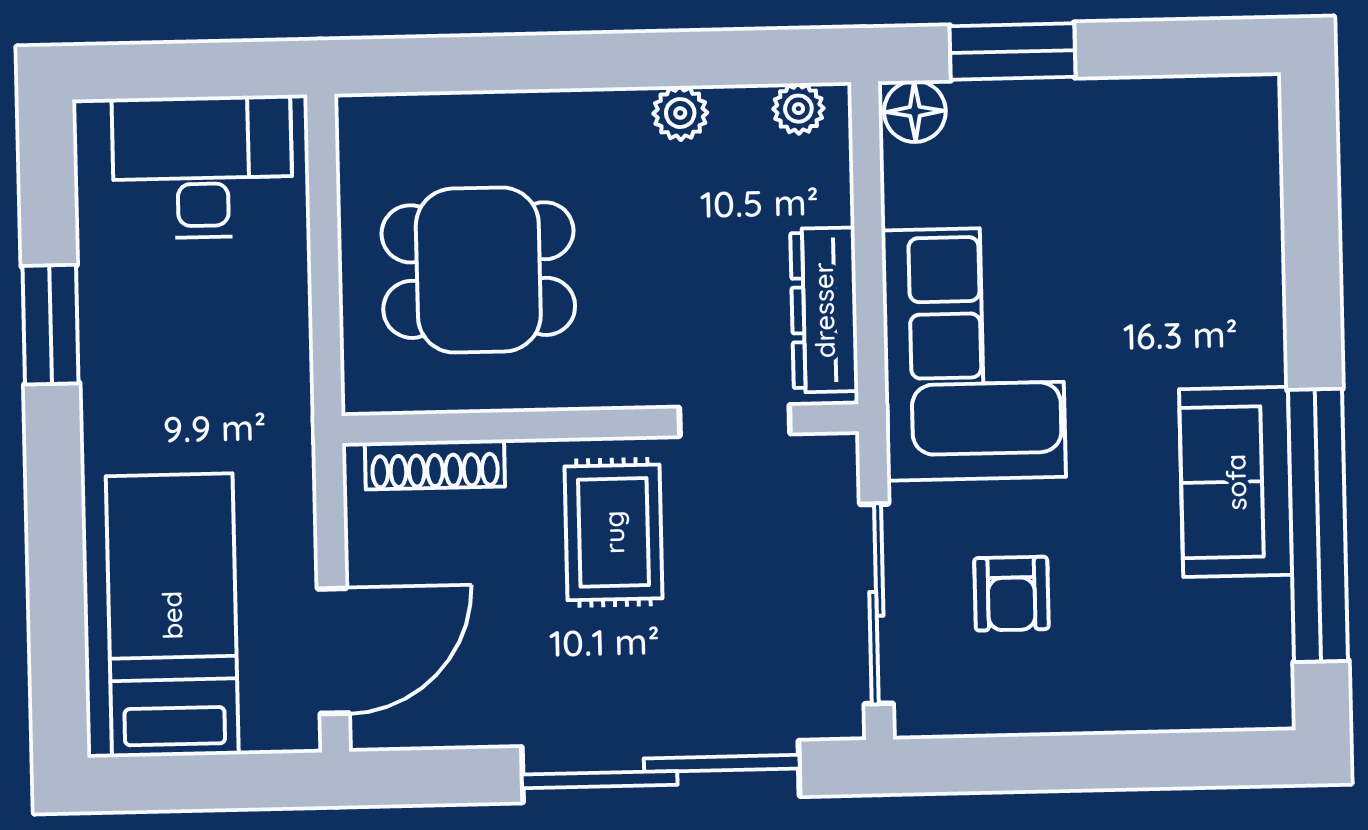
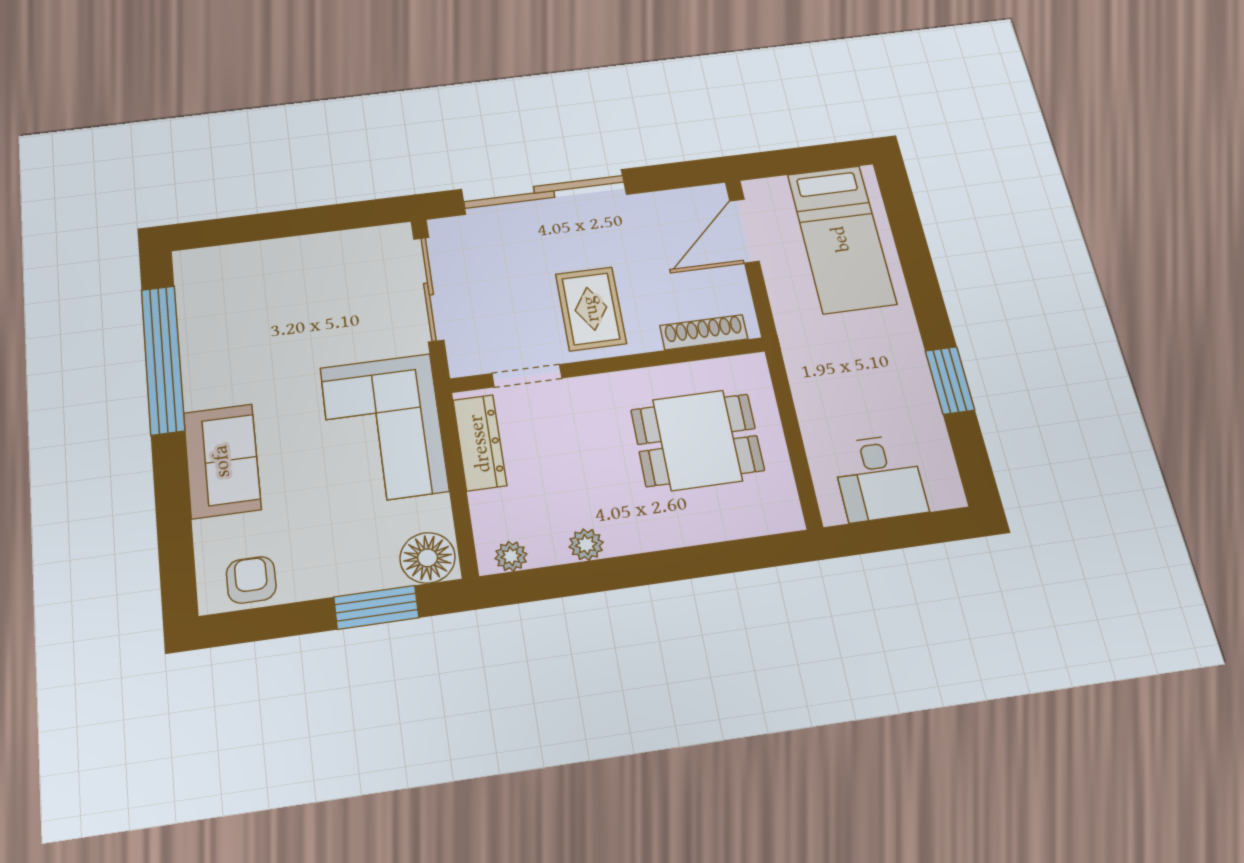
floor lamp: (915, 111) -> (428, 558), width x1.38, depth x1.38
desk: (202, 167) -> (879, 478), width x0.73
sofa: (1236, 482) -> (222, 461), moved
armchair: (1011, 594) -> (251, 580), moved

